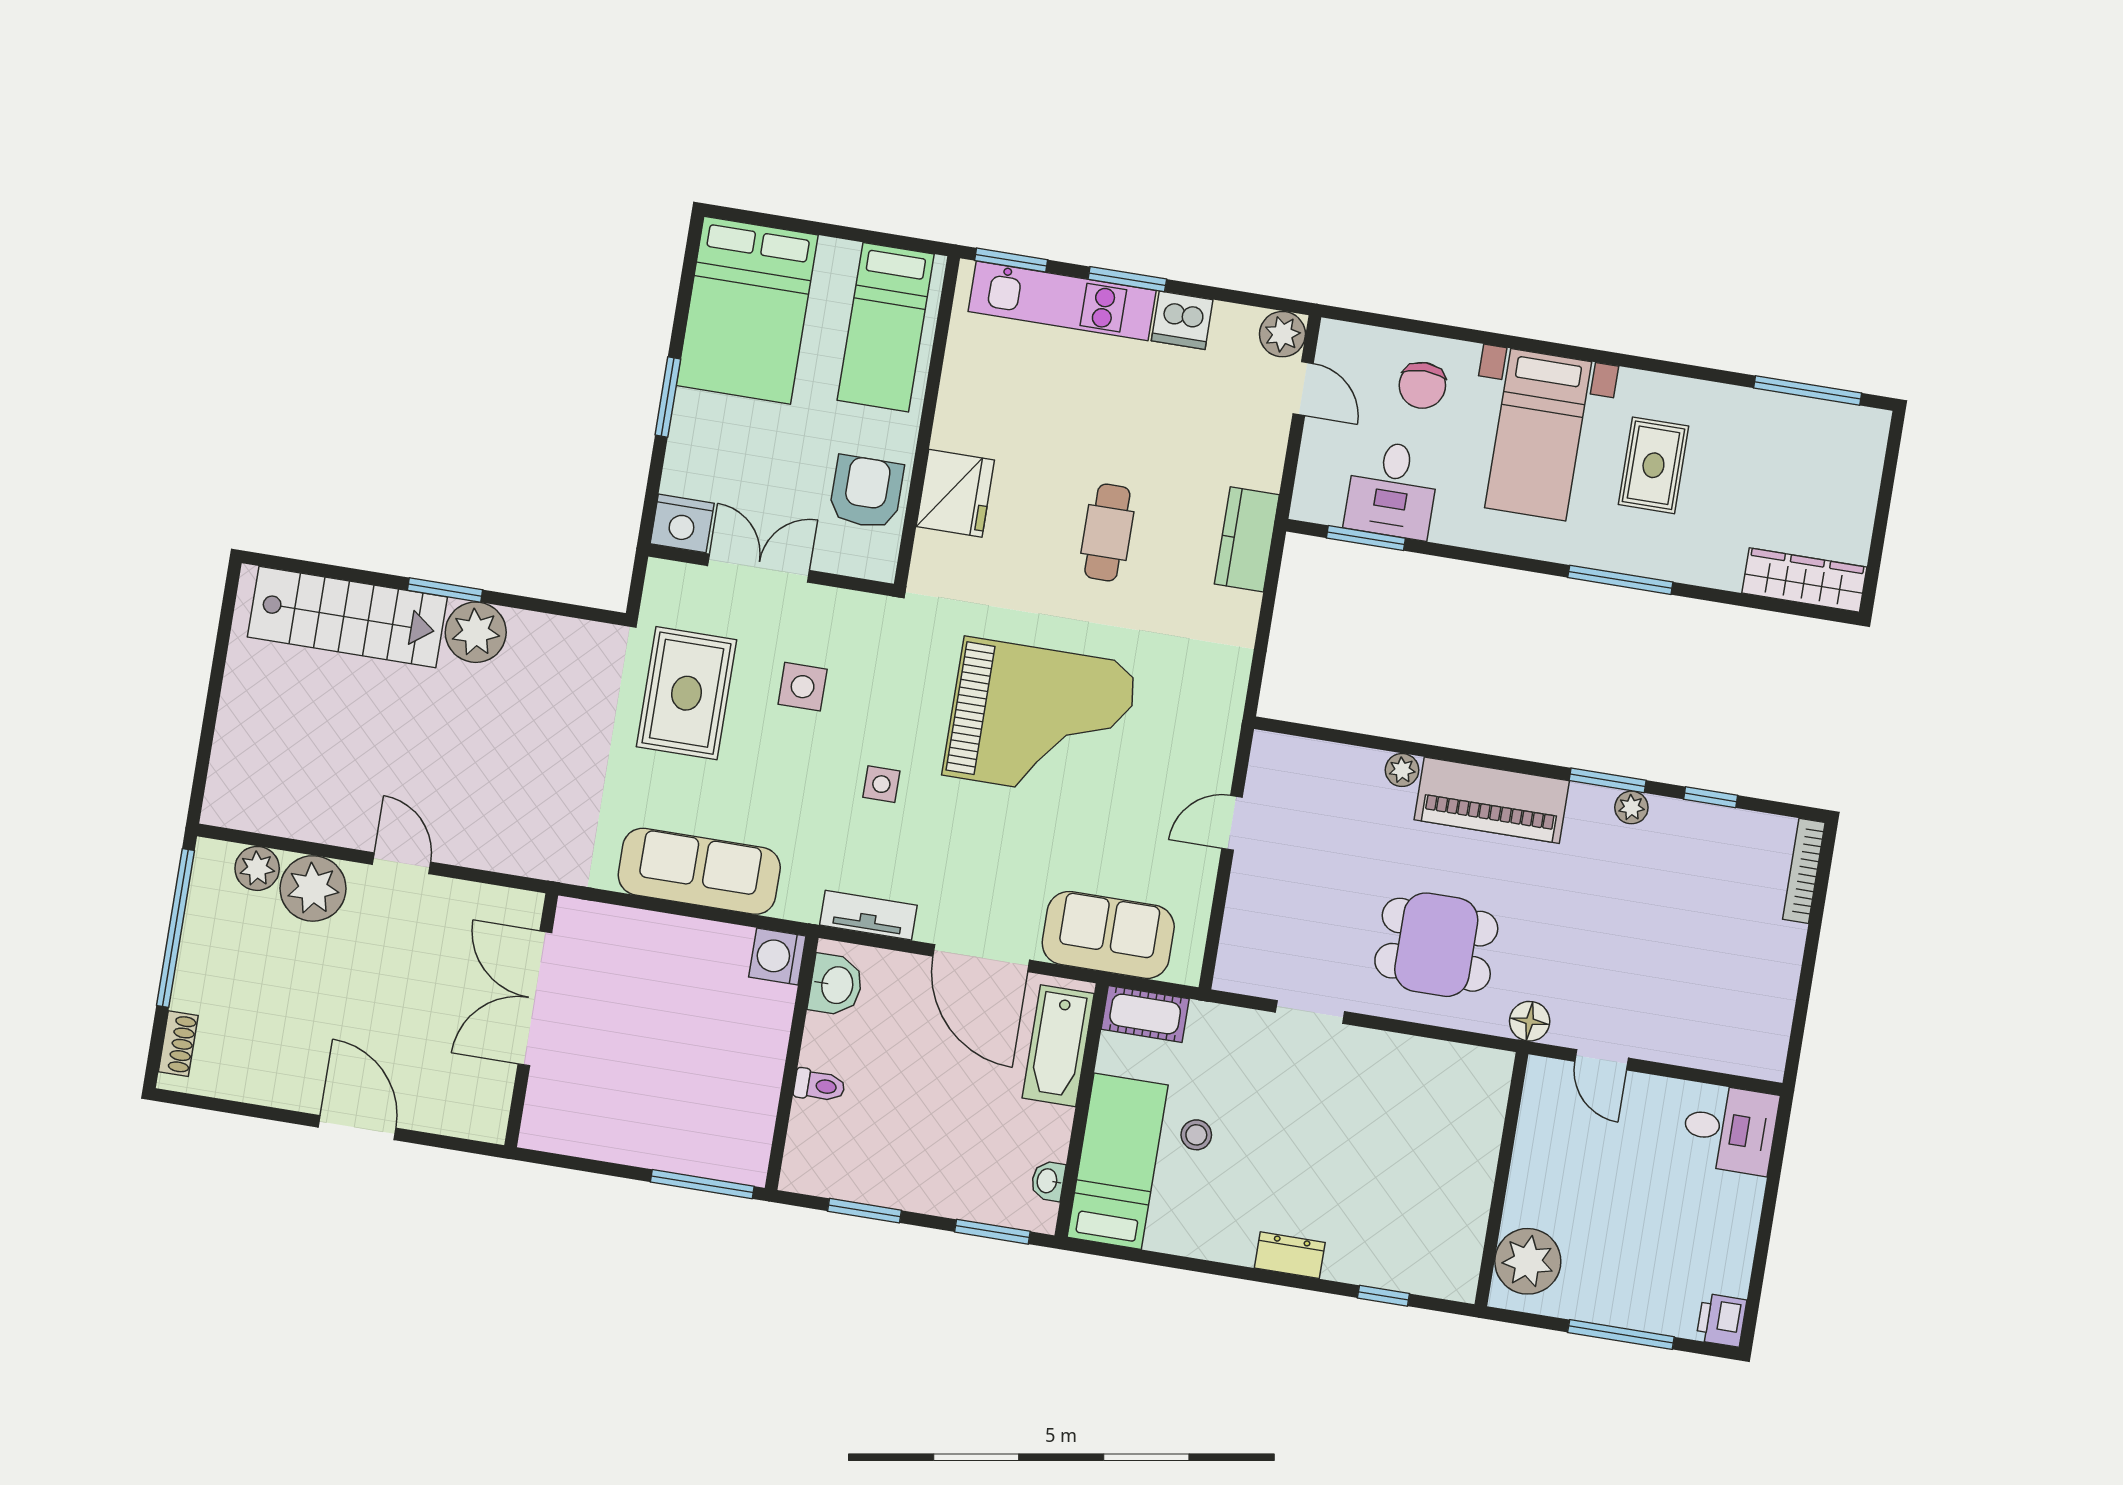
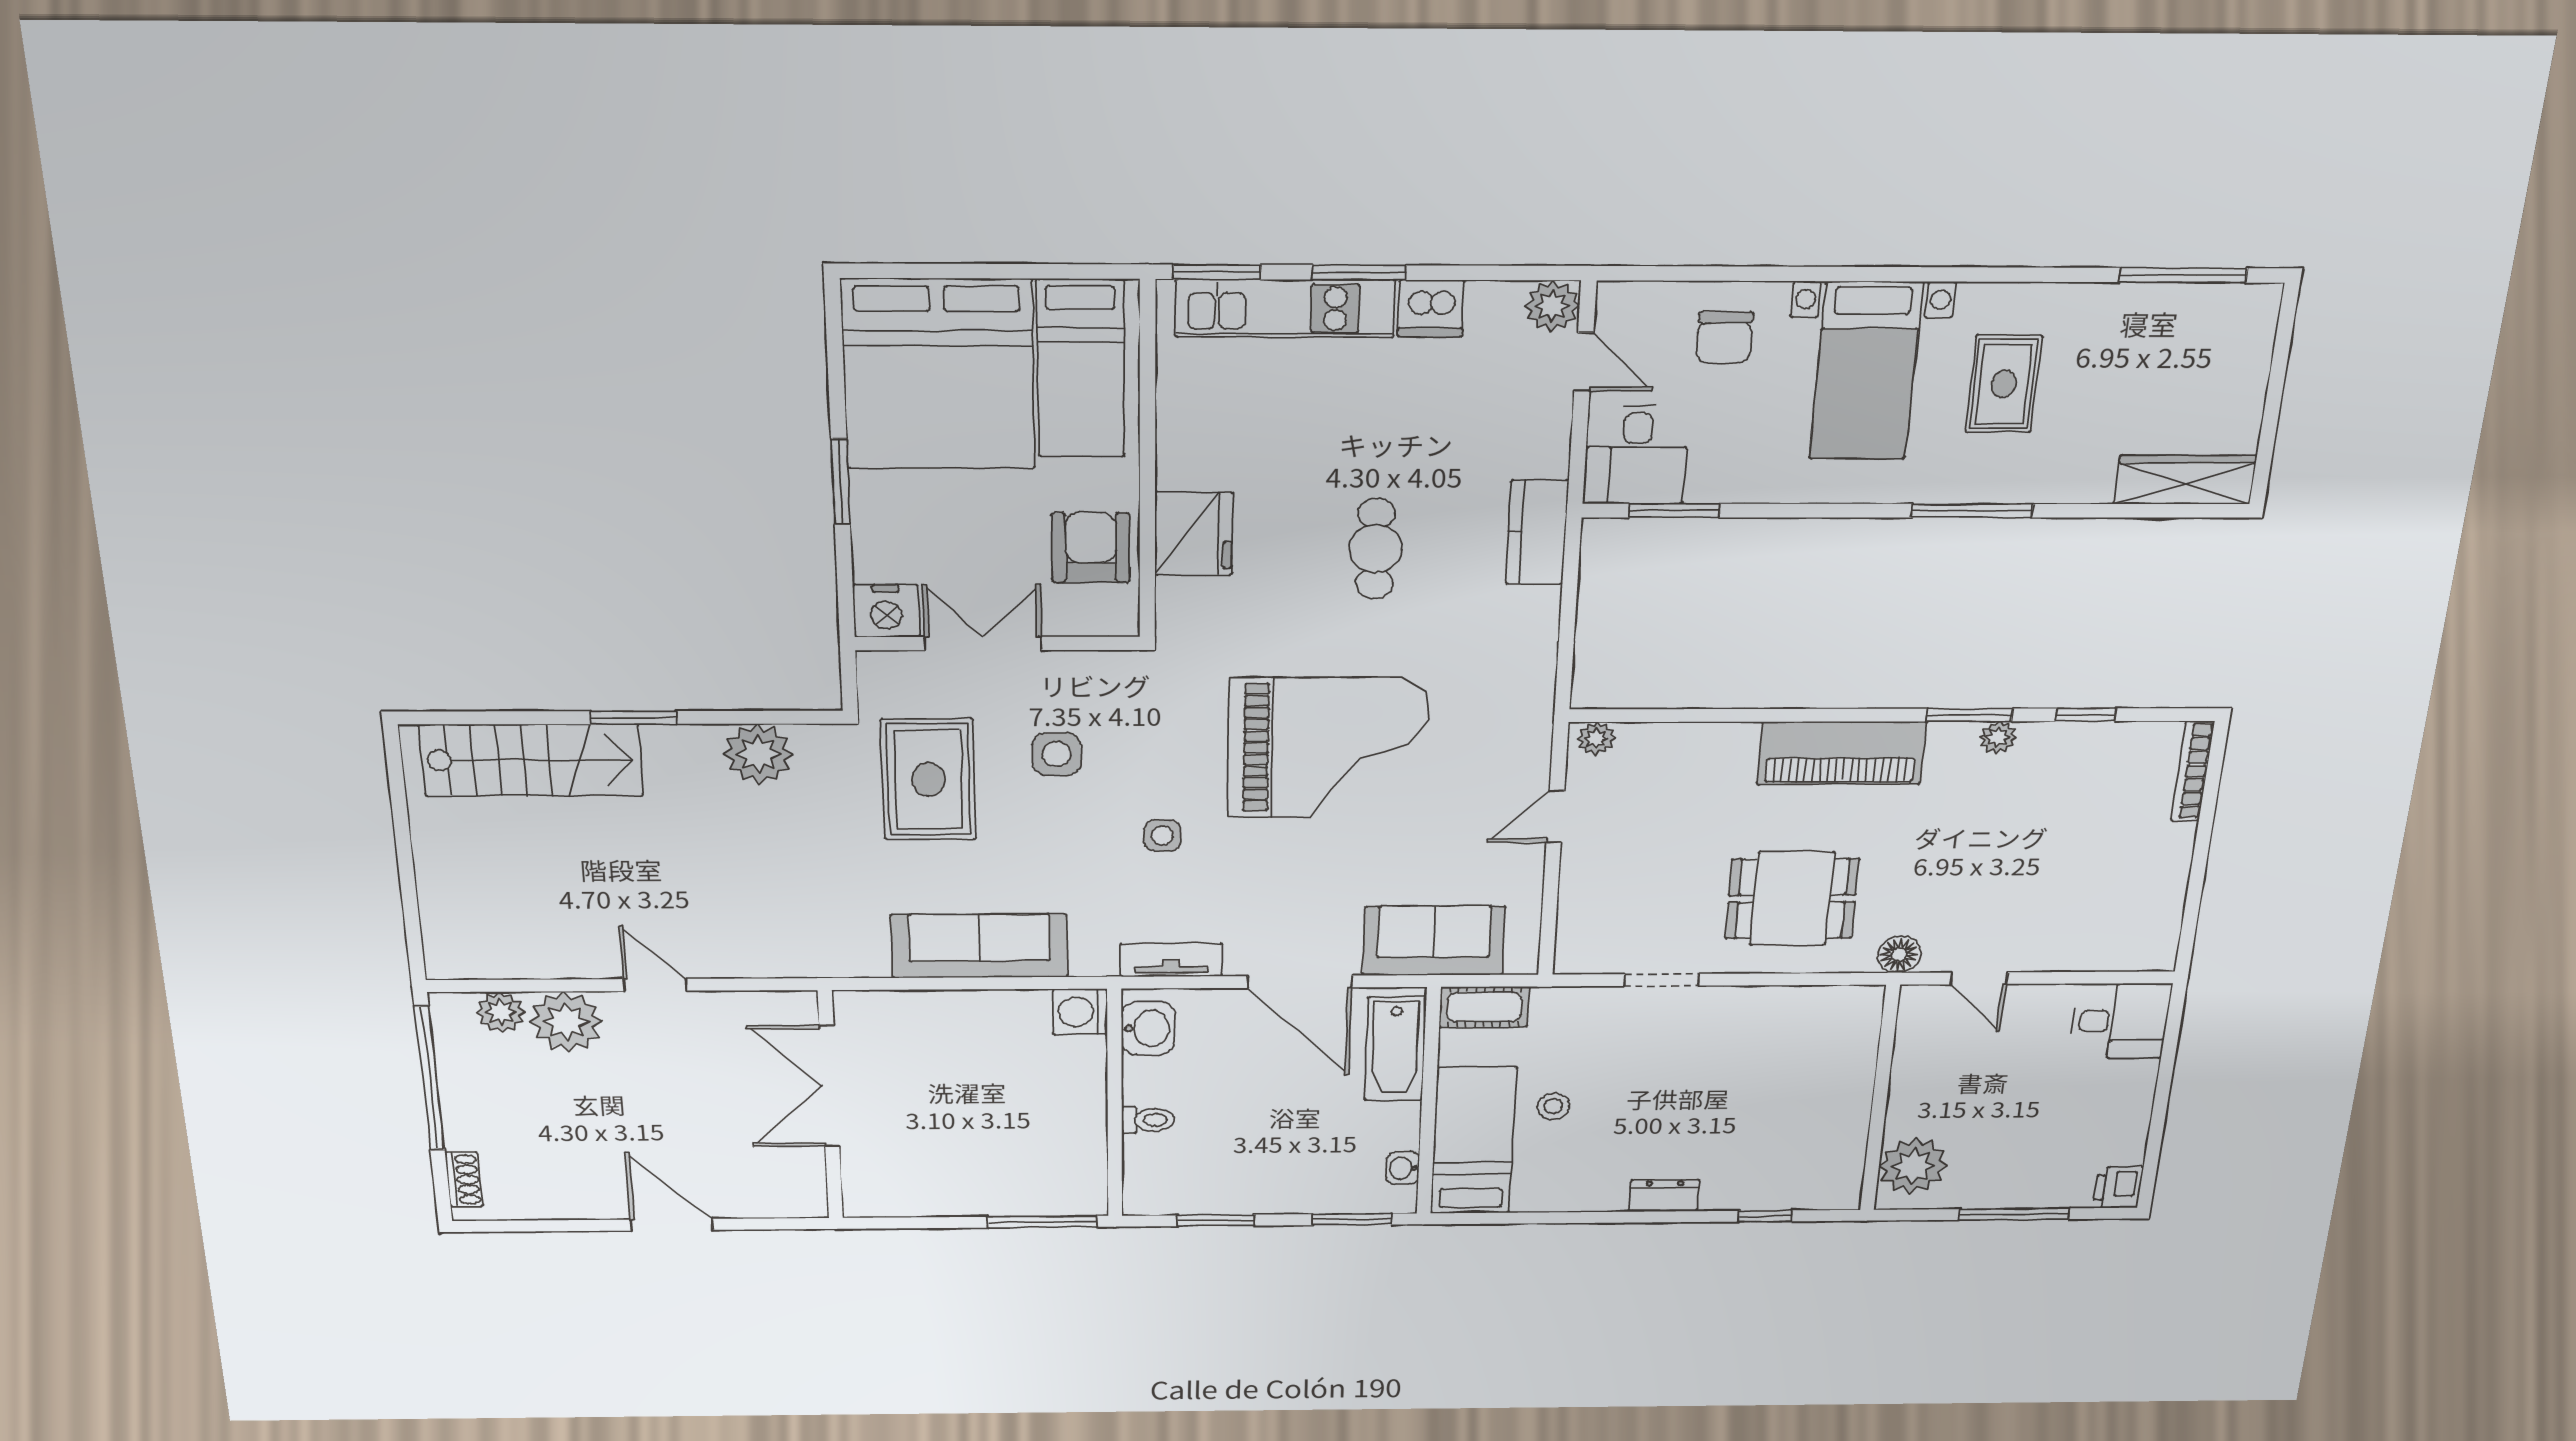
bed: (747, 310) -> (939, 375), width x1.36
desk: (1392, 489) -> (1636, 455), moved
plant: (476, 632) -> (758, 754), moved
plant: (1402, 770) -> (1596, 739), moved

